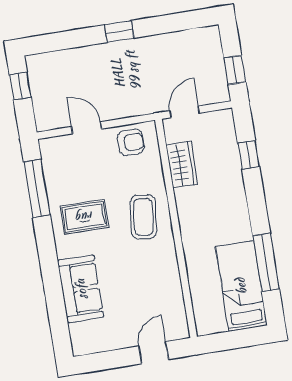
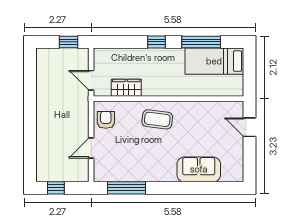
window: (119, 32) -> (30, 116), removed
window: (249, 155) -> (156, 42), moved
rug: (85, 217) -> (151, 159), removed

